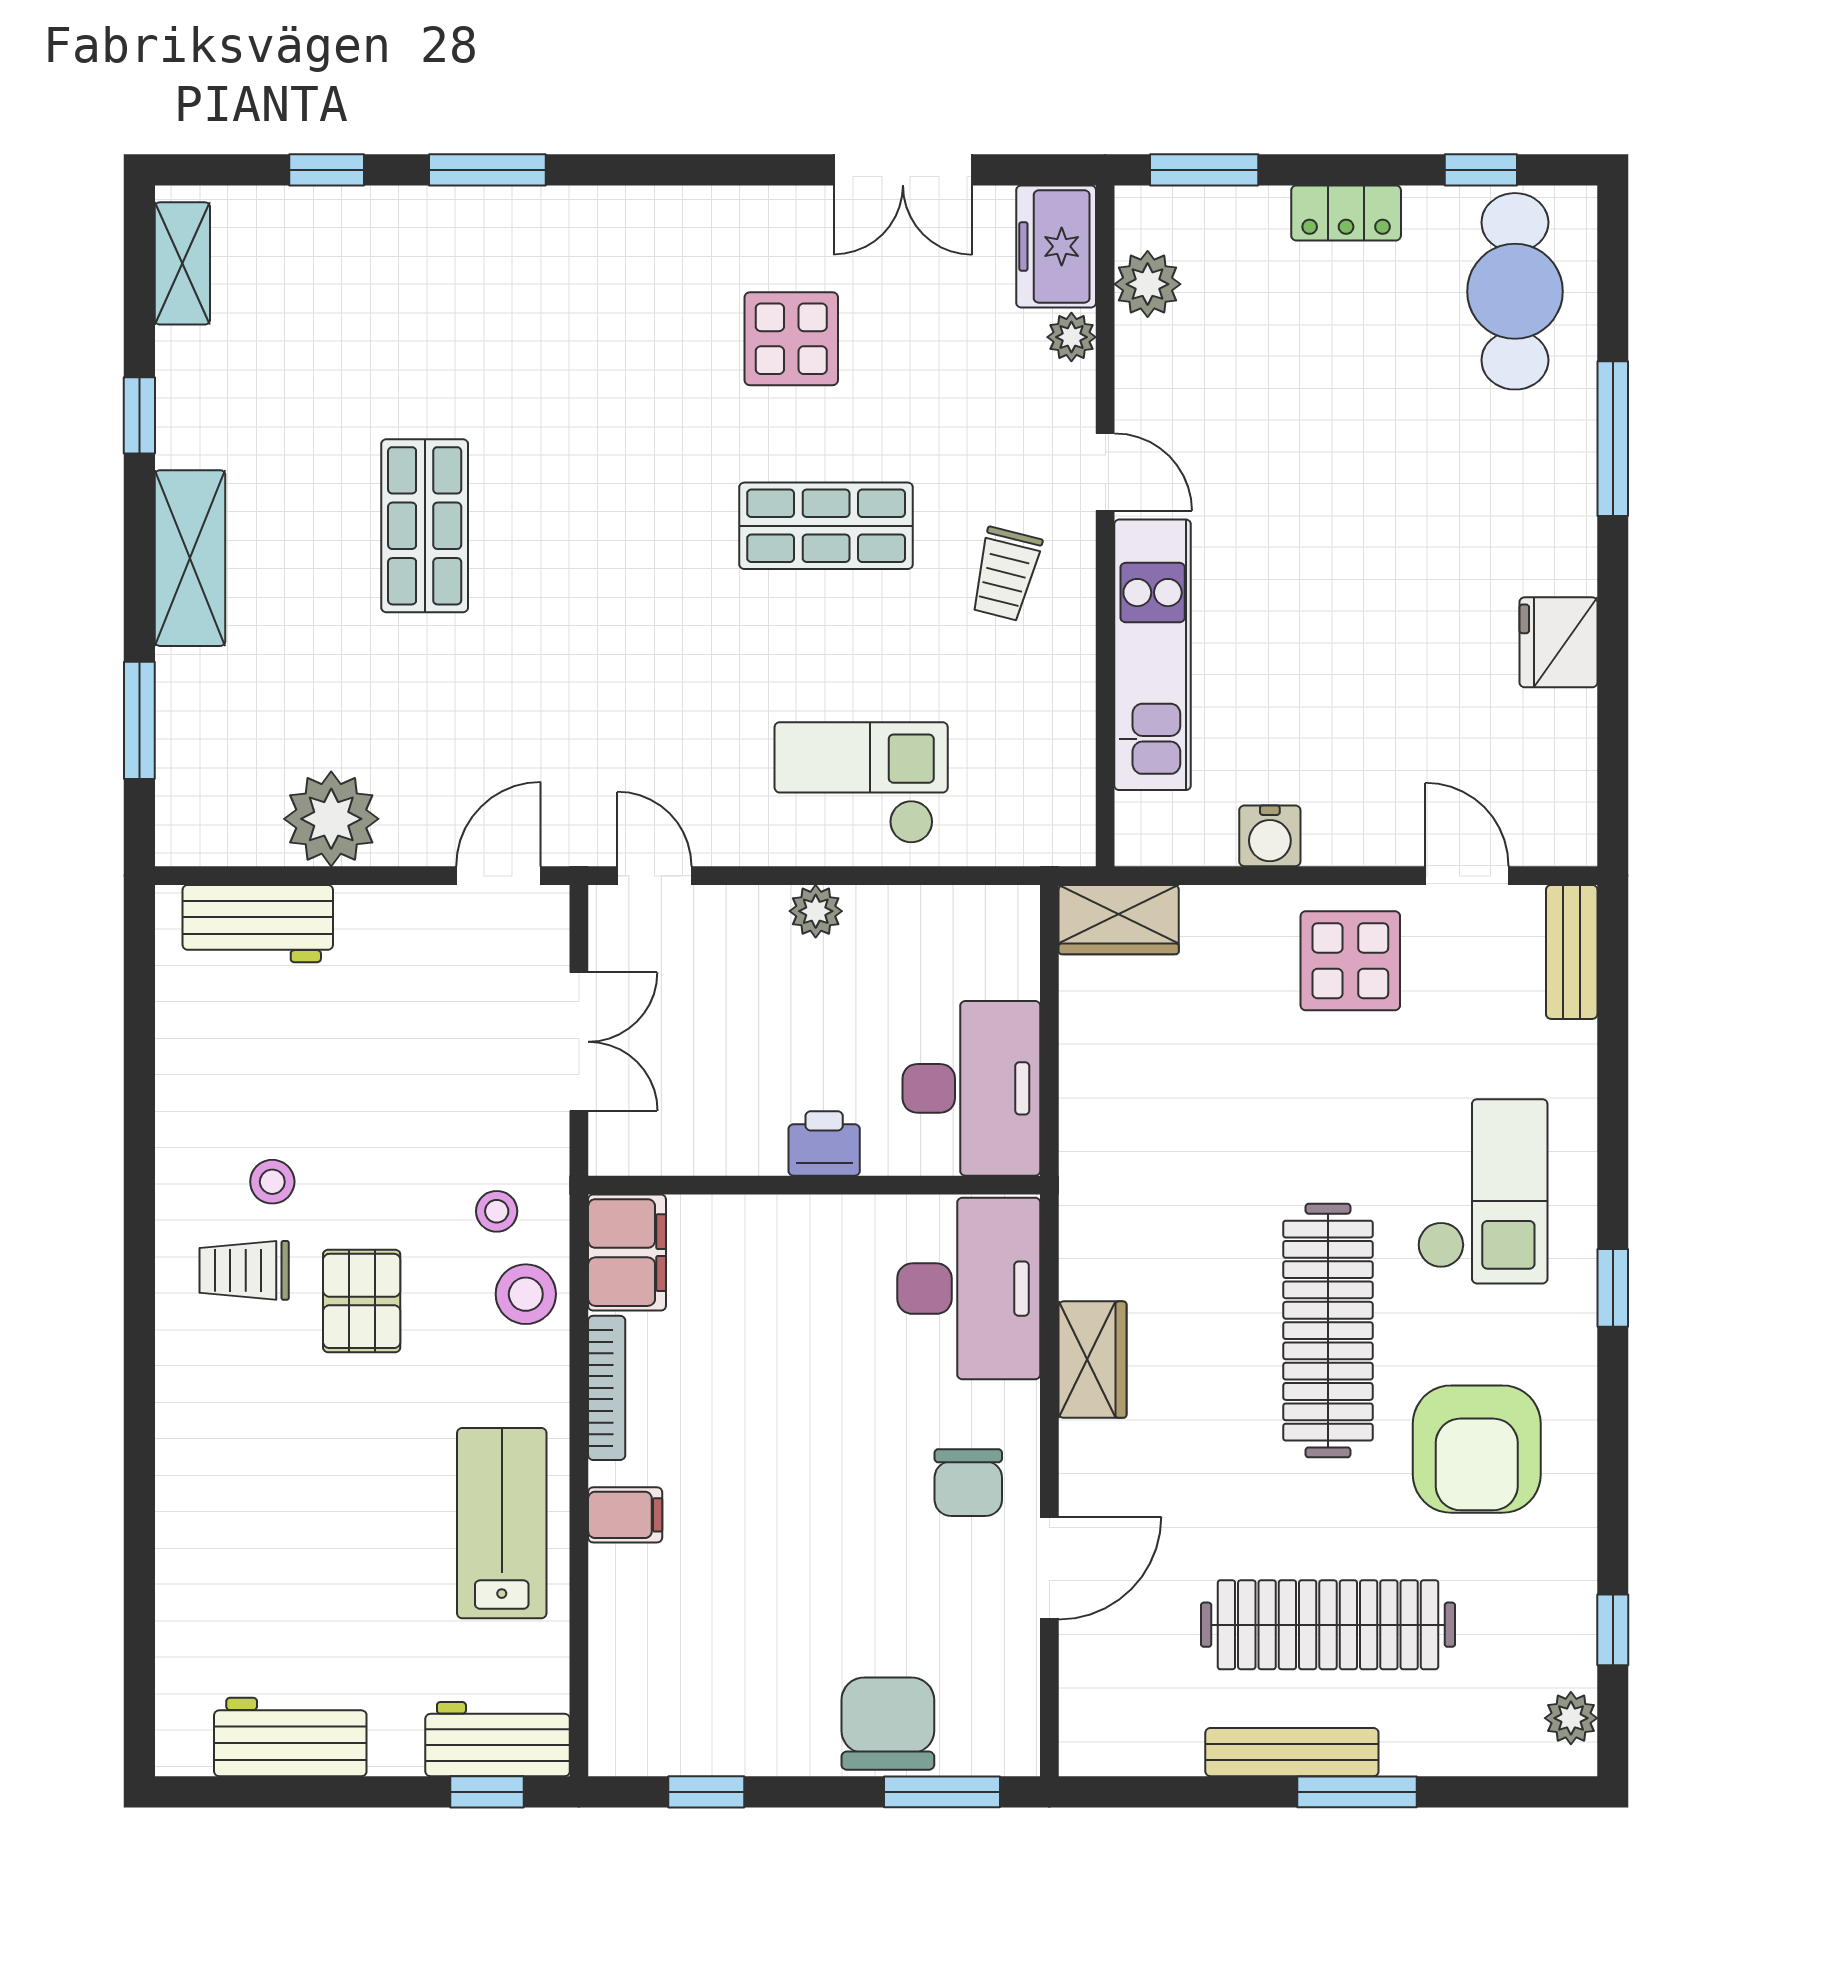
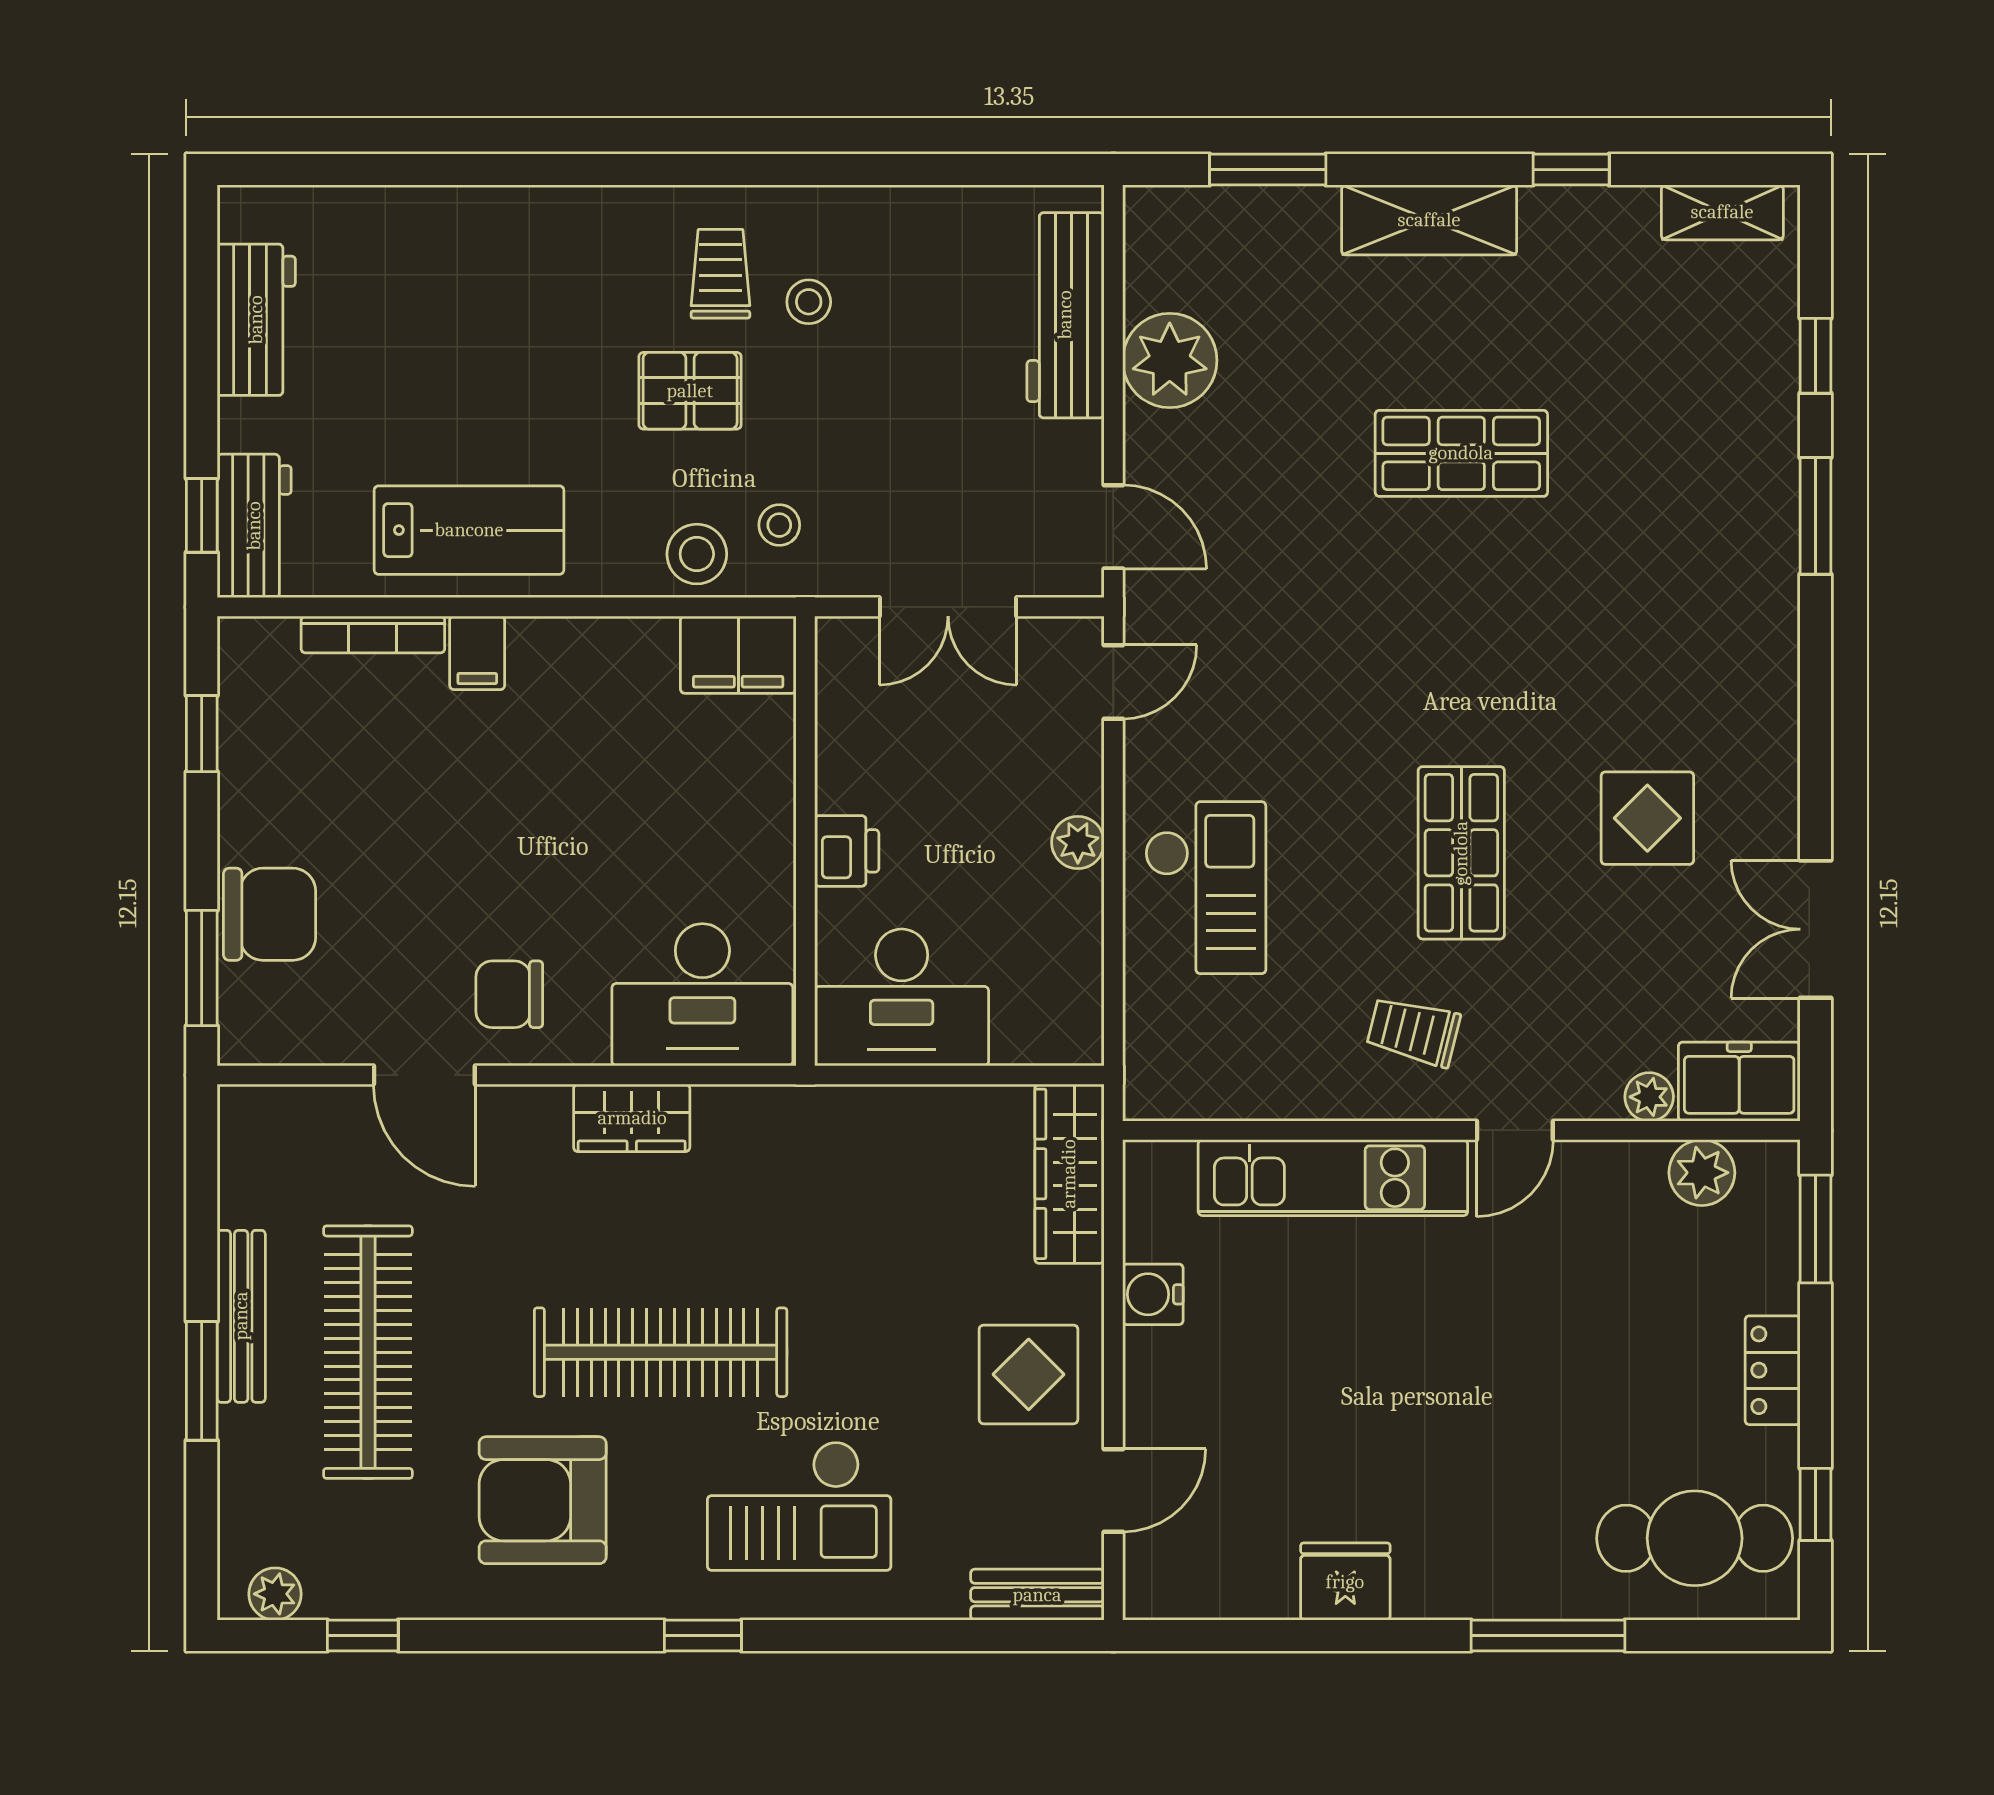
wardrobe: (1119, 920) -> (1069, 1174), width x1.50
workbench: (258, 924) -> (1065, 315), width x1.37
bookcase: (607, 1388) -> (373, 635), moved

